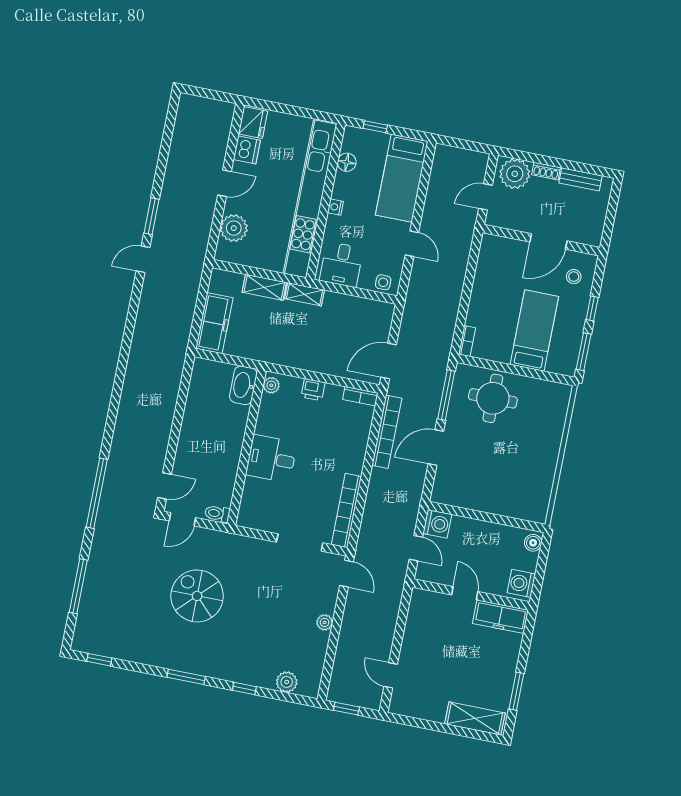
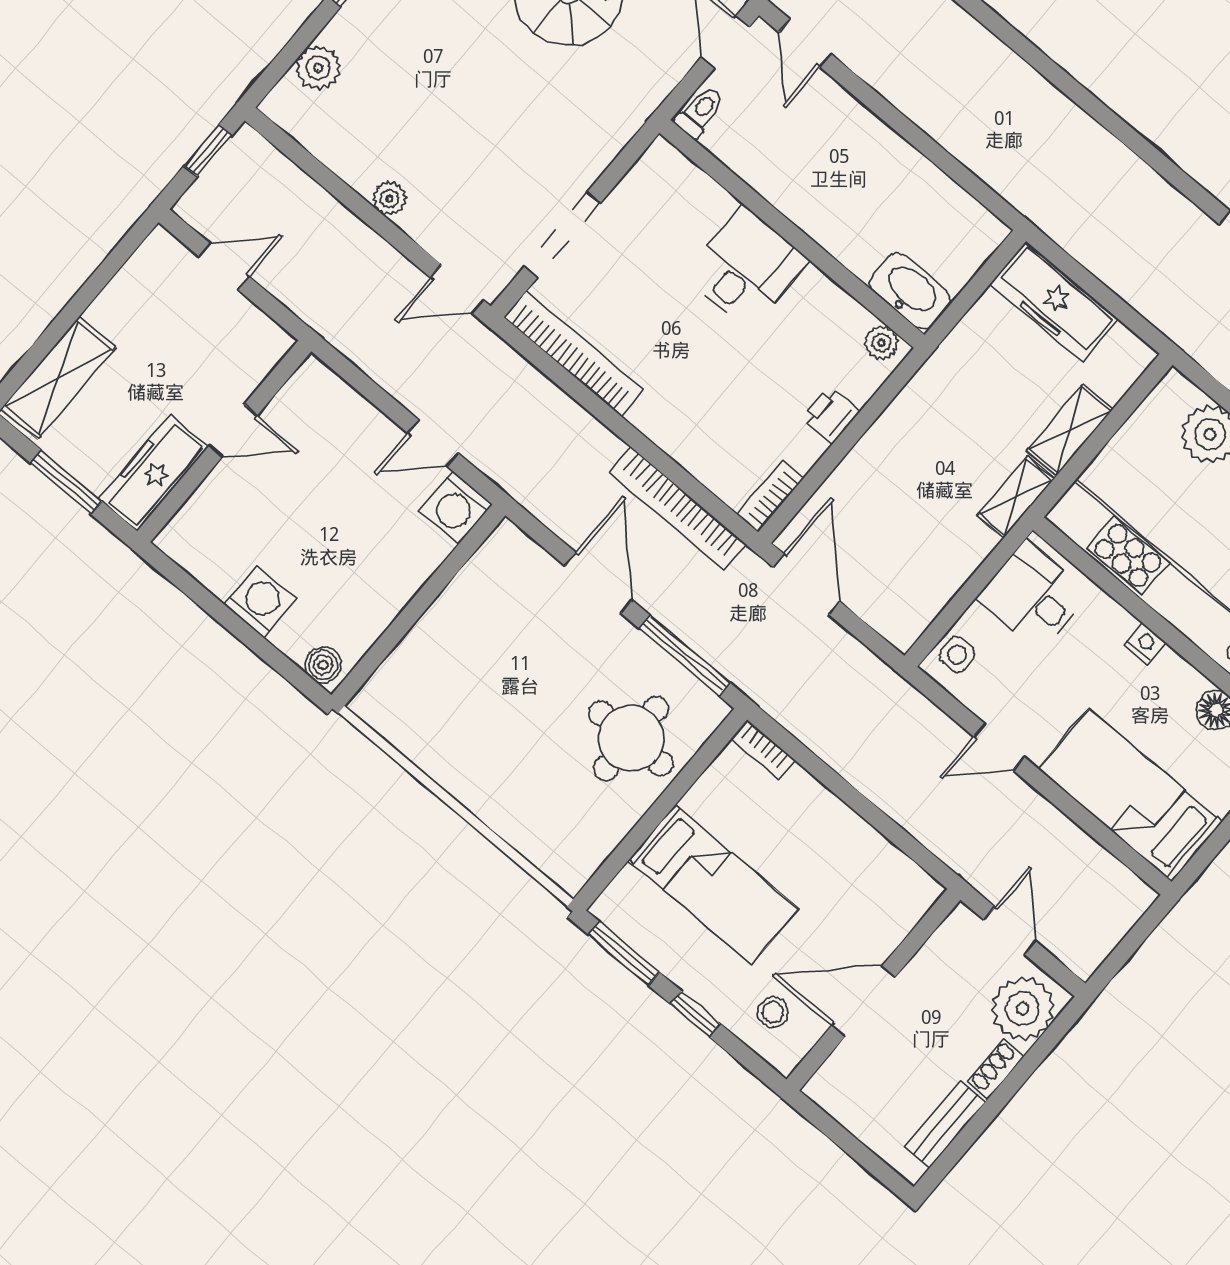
door: (548, 241) -> (863, 1001), hinge flipped
door: (465, 593) -> (233, 431), moved
wall: (471, 594) -> (224, 441), moved
freezer: (500, 617) -> (153, 473), moved

